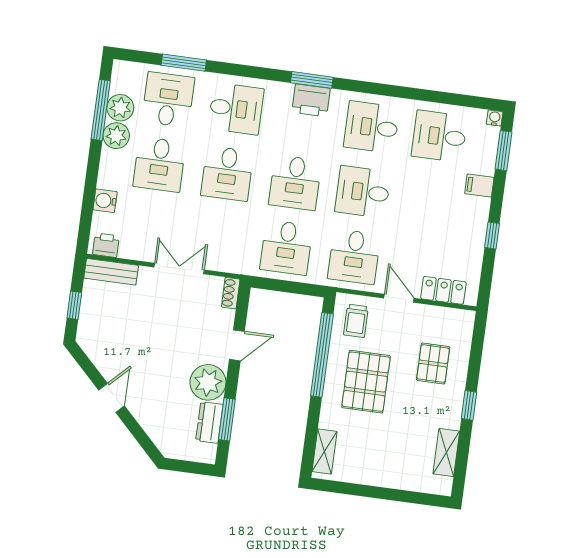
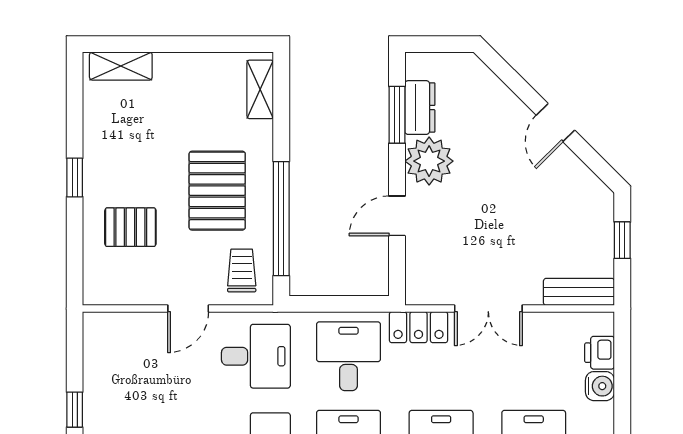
printer: (106, 245) -> (600, 353), moved, turned 90
desk: (354, 257) -> (256, 356), turned 90
locker: (443, 290) -> (419, 327), moved
shoe rack: (231, 293) -> (415, 285), removed
door: (399, 298) -> (188, 309), hinge flipped
pallet: (433, 364) -> (130, 227), turned 90
shelving: (446, 453) -> (121, 66), moved, turned 90

